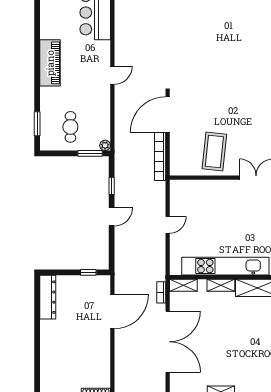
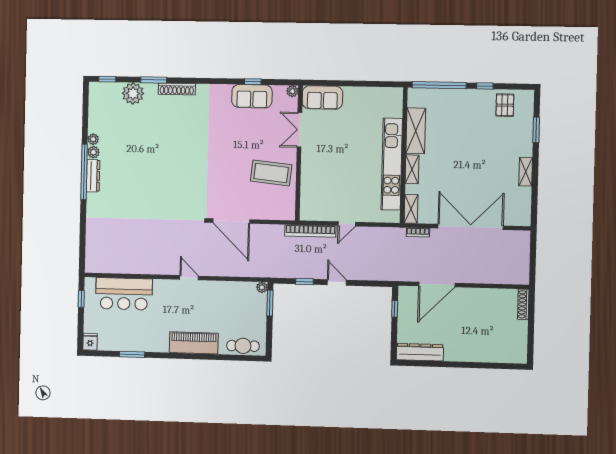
piano: (50, 63) -> (194, 343), moved
window: (37, 124) -> (132, 354), moved
cafe table: (70, 127) -> (243, 346), moved
bookcase: (160, 157) -> (310, 231), moved
door: (168, 225) -> (347, 224), swing flipped
door: (112, 311) -> (437, 284), swing flipped

